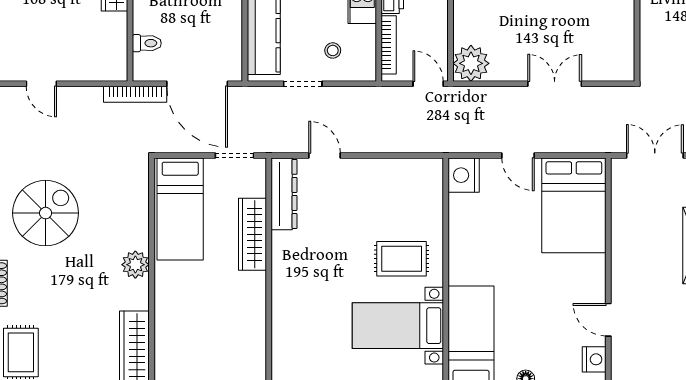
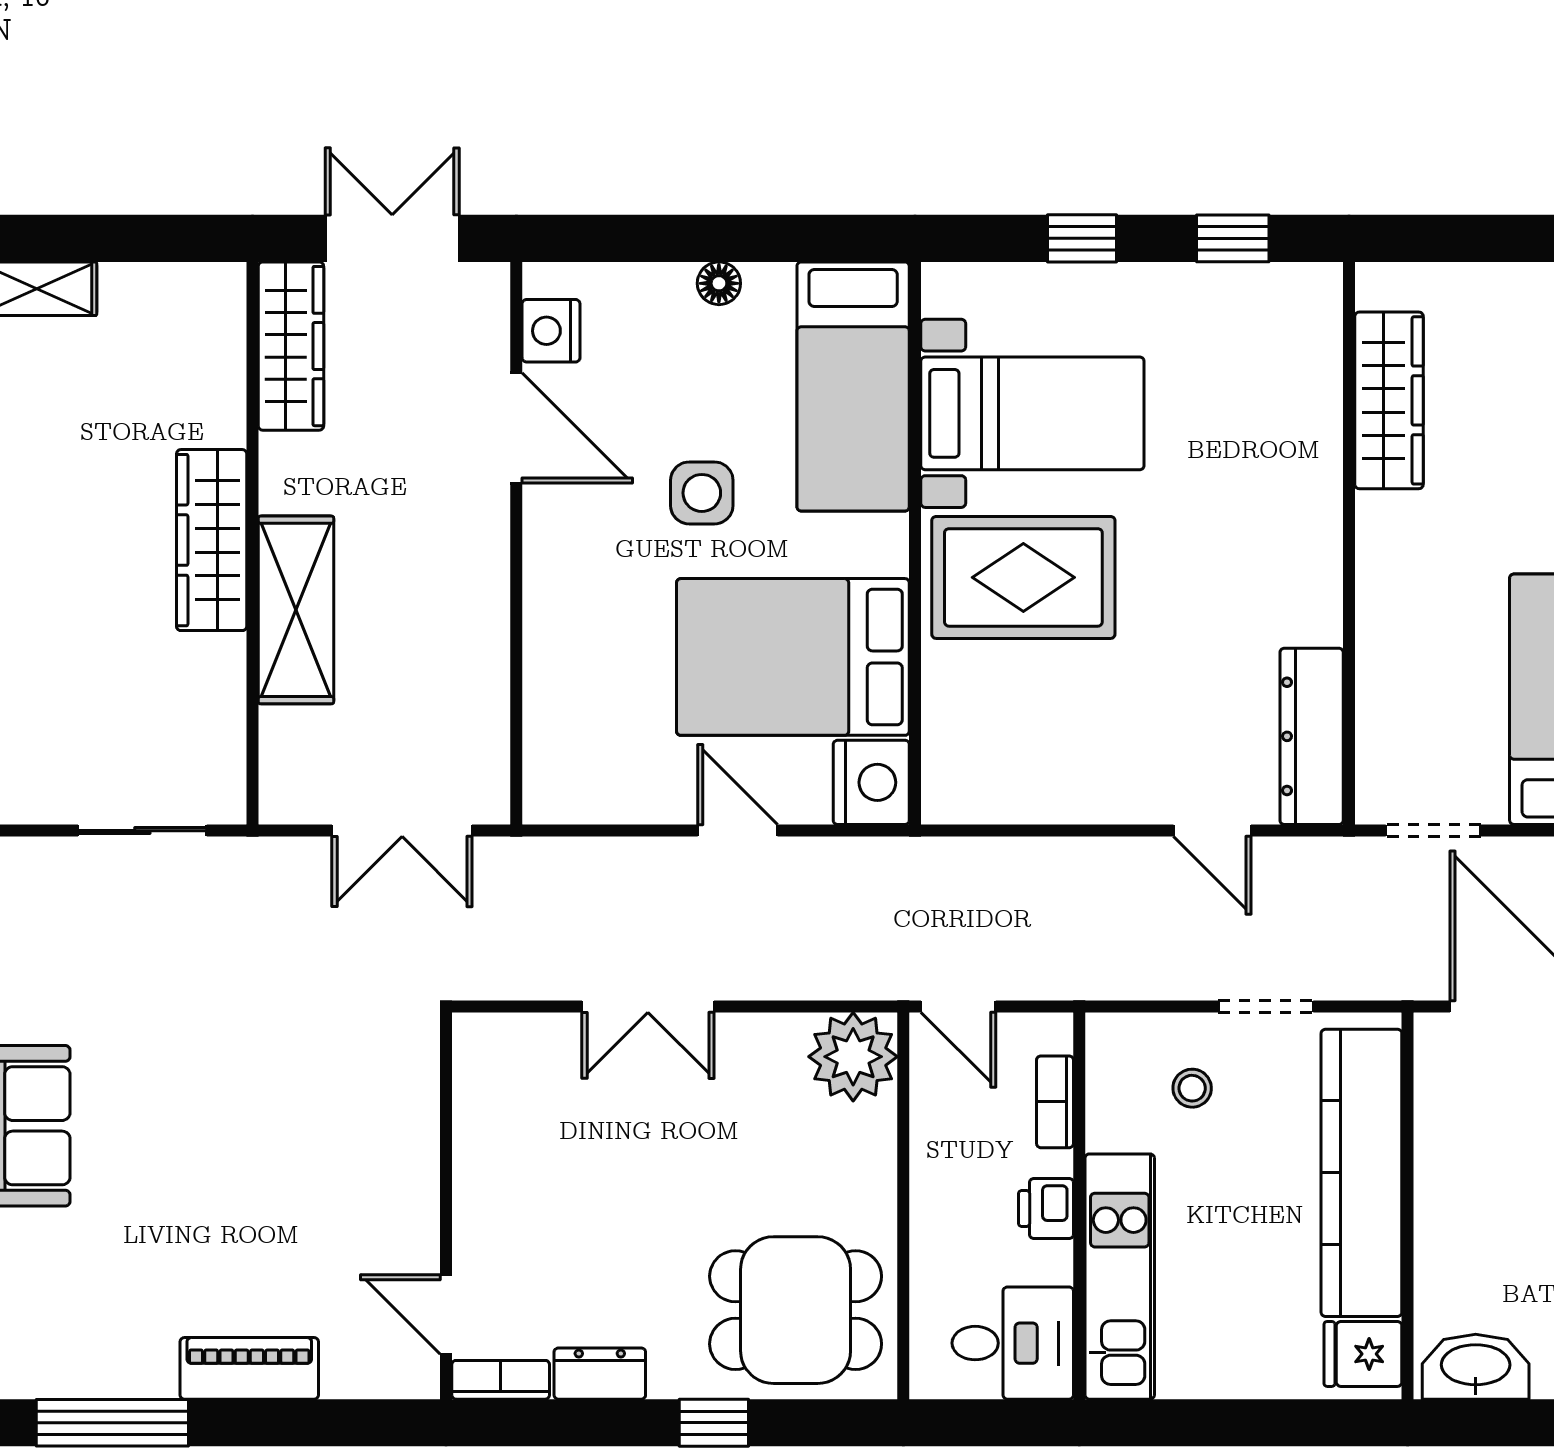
bookcase: (389, 45) -> (1055, 1102), width x0.64
bed: (574, 205) -> (793, 657), moved, turned -90
wardrobe: (252, 234) -> (1389, 400), moved
rug: (402, 259) -> (1023, 577), width x1.36, depth x1.43
side table: (533, 293) -> (702, 493), added
door: (608, 320) -> (516, 428), width x1.38

